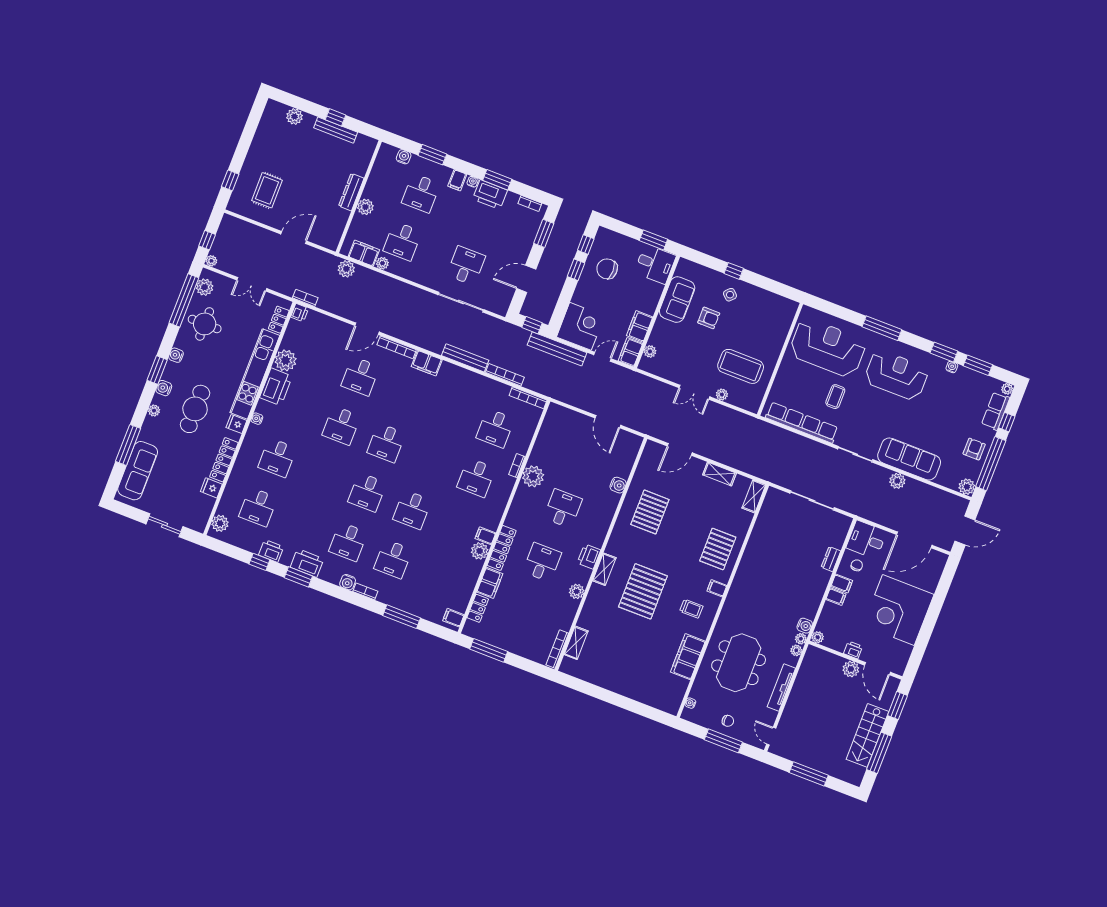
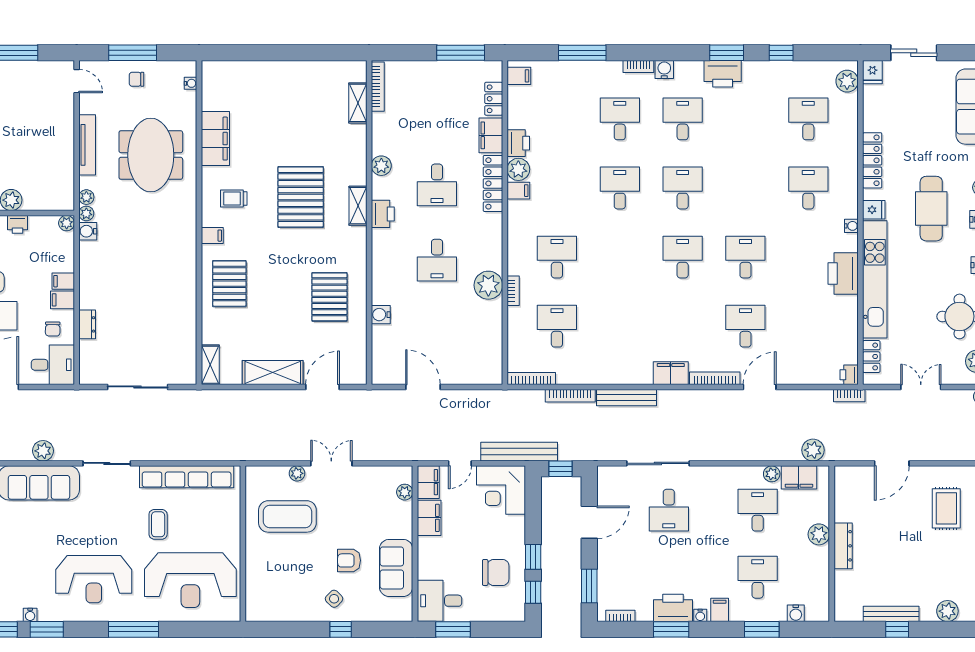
plant: (286, 360) -> (844, 310), removed
shelving: (719, 474) -> (273, 373), width x1.50, depth x1.33
fridge: (211, 488) -> (872, 72), moved, turned 90
printer: (271, 551) -> (518, 143), moved, turned -90

